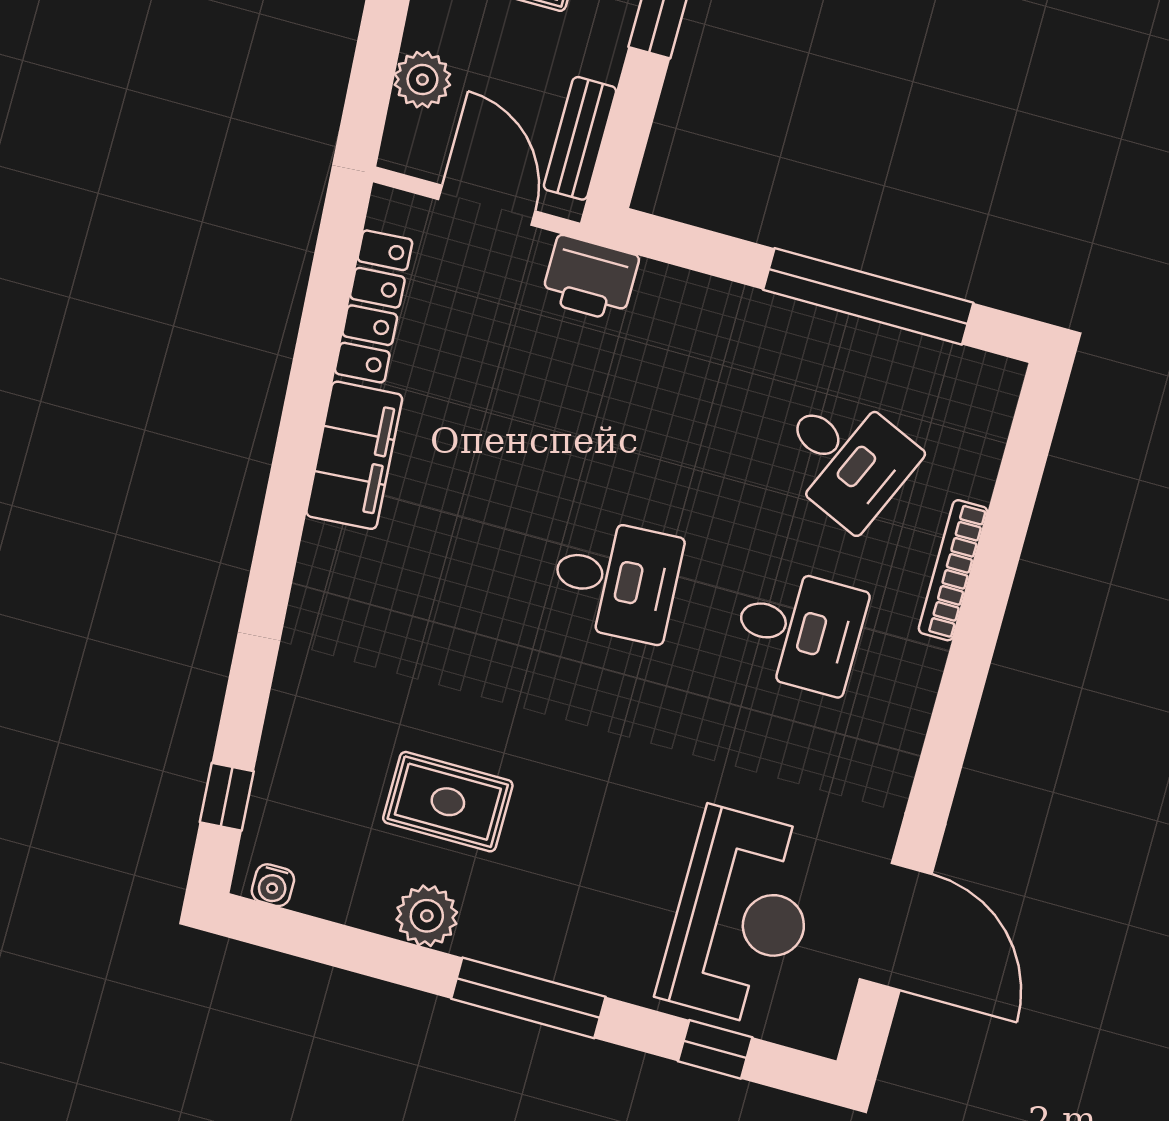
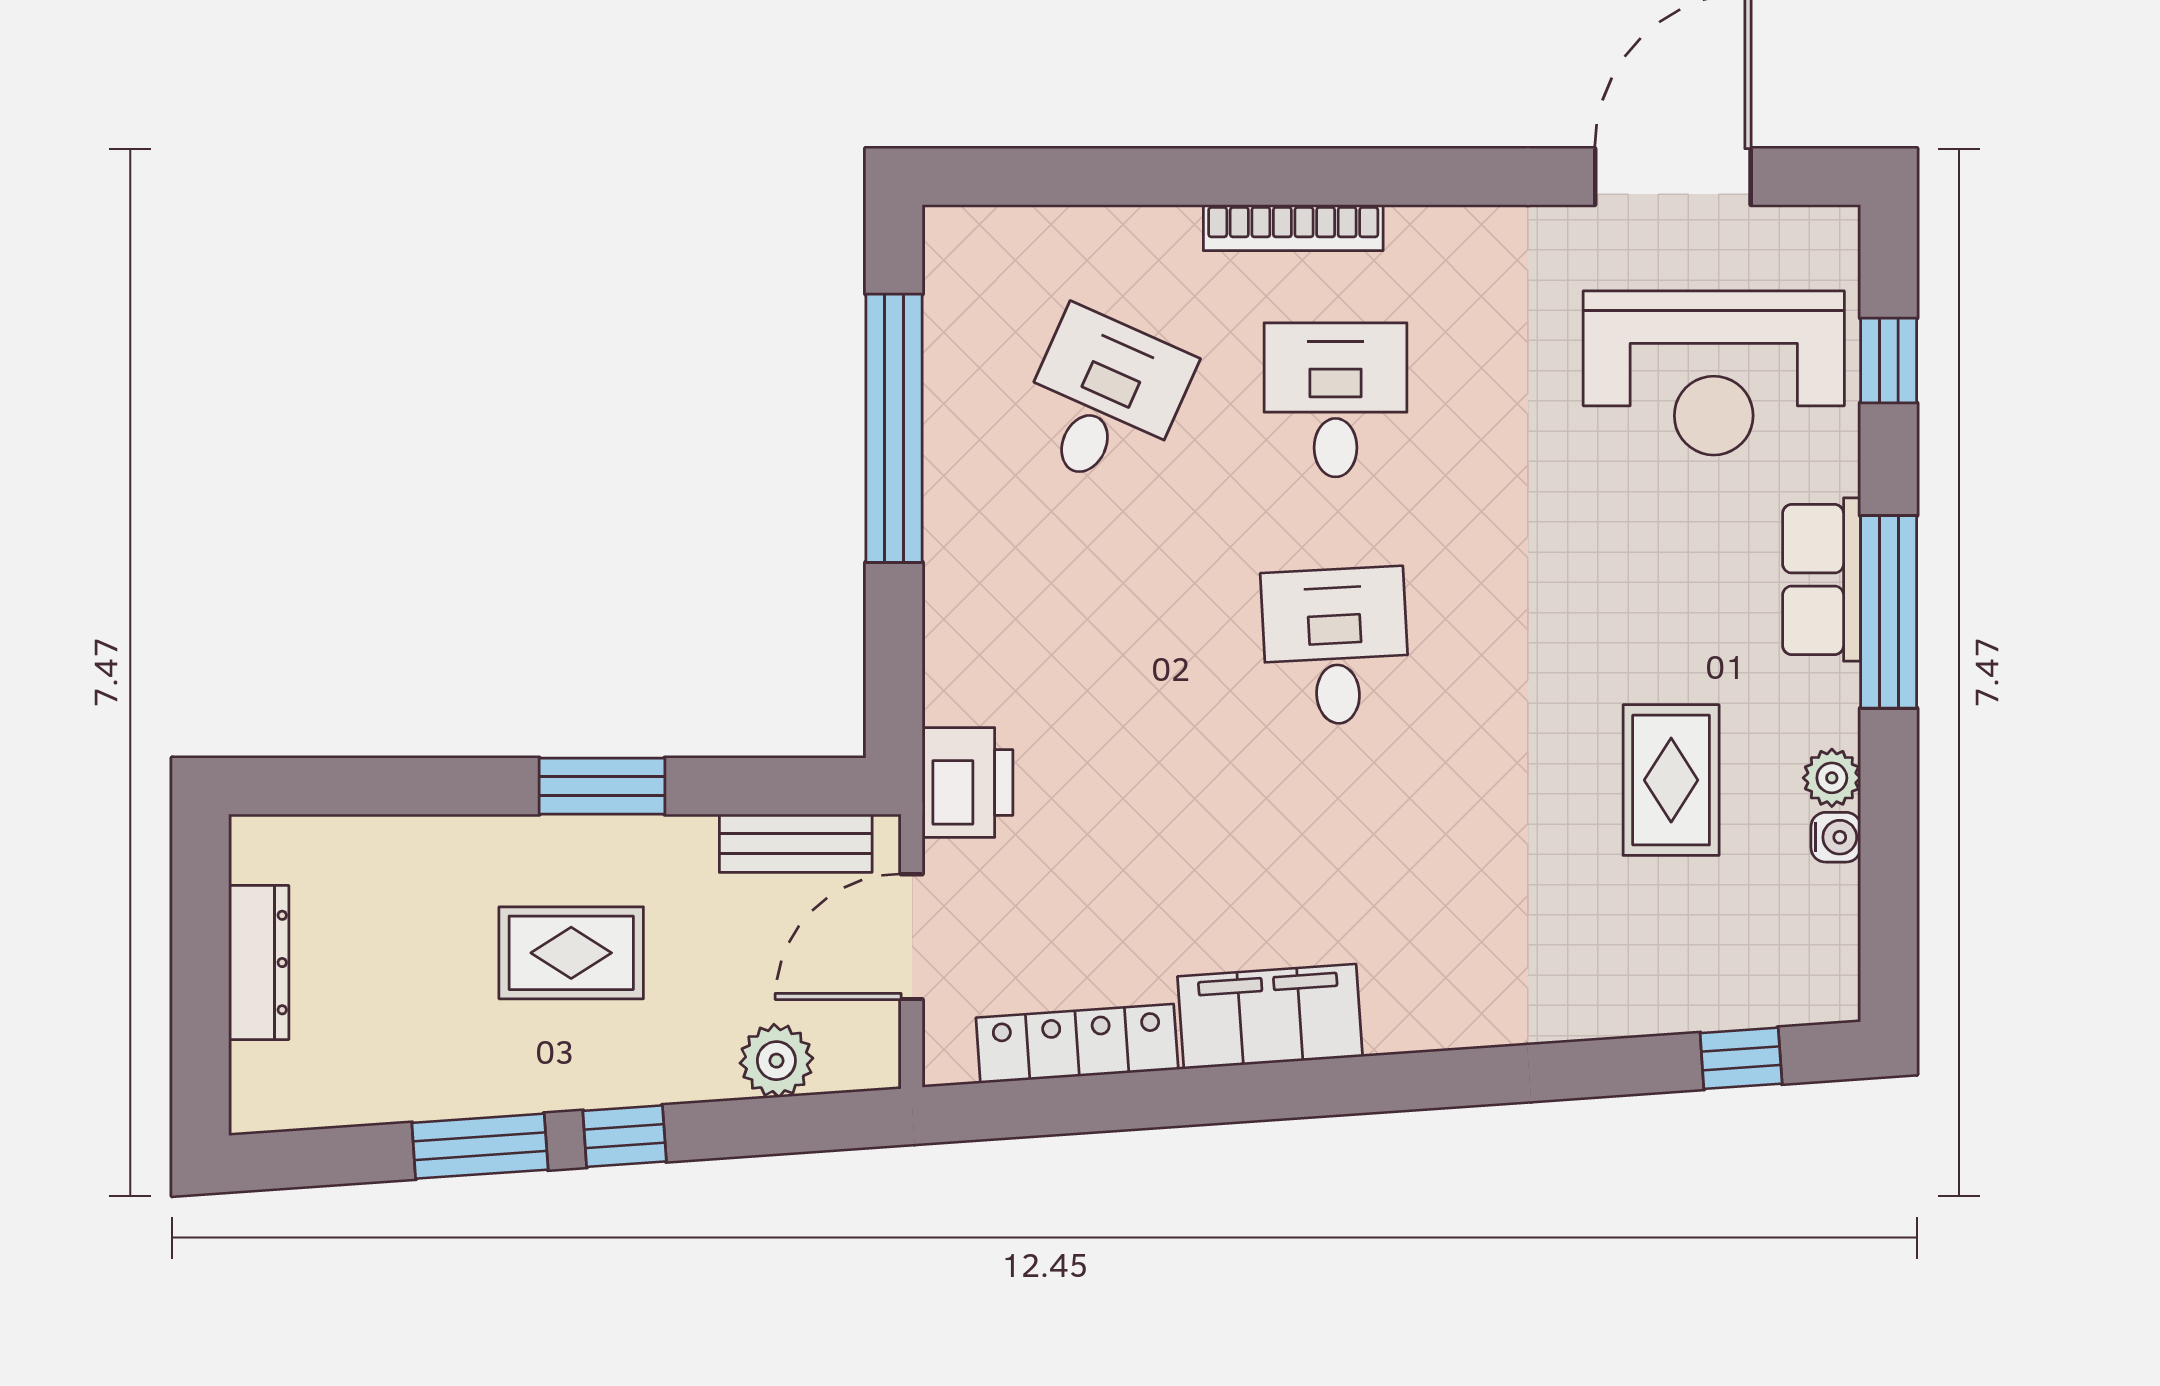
bookcase: (953, 570) -> (1293, 228), moved
water cooler: (273, 885) -> (1836, 837), moved
plant: (427, 916) -> (1832, 778), width x0.73, depth x0.73
reception desk: (742, 917) -> (1714, 373), turned 180
row of seats: (566, 955) -> (1822, 579), added

